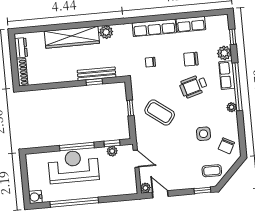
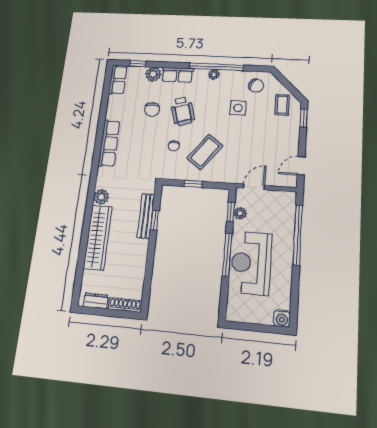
row of seats: (191, 24) -> (118, 80), moved
chair: (150, 62) -> (174, 146), moved
window: (237, 87) -> (216, 67), moved
plant: (145, 188) -> (291, 182), removed
window: (74, 202) -> (298, 235), moved

